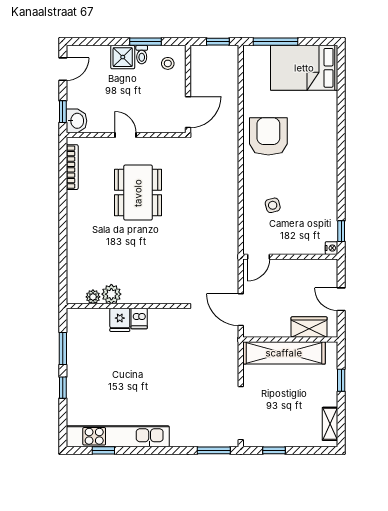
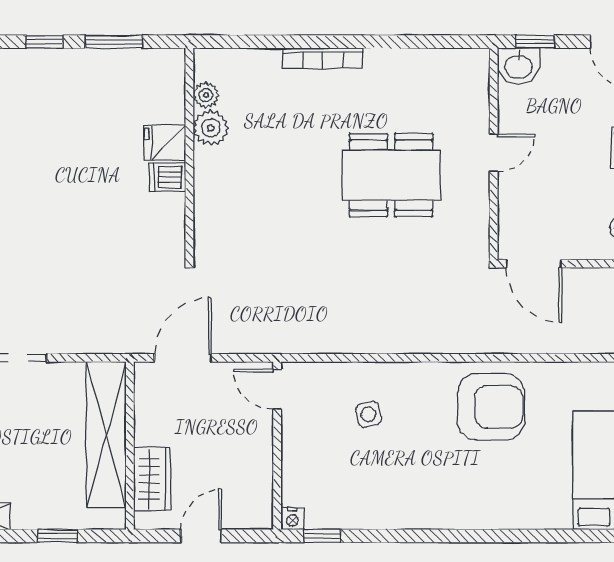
bookcase: (72, 167) -> (323, 58), moved

